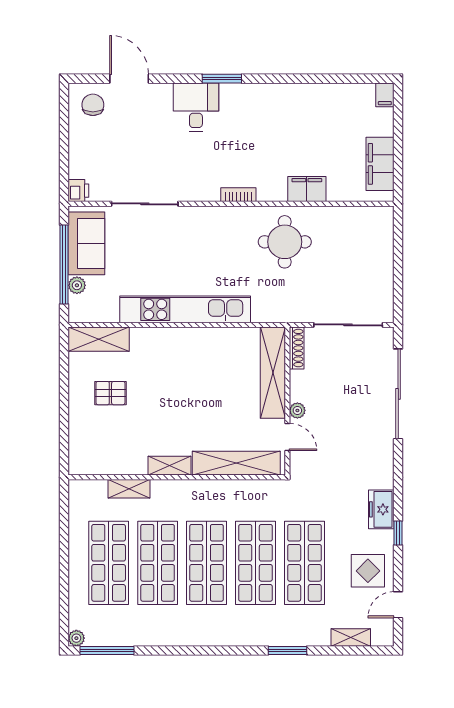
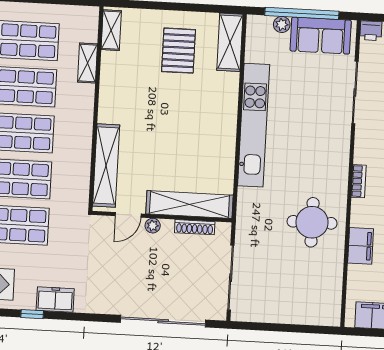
shoe rack: (297, 348) -> (195, 227), moved
pallet: (110, 393) -> (179, 51), width x1.50, depth x1.42
shelving: (170, 466) -> (111, 30), moved

